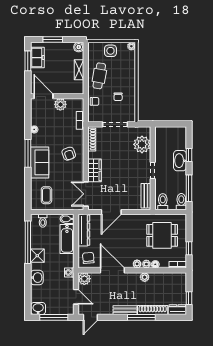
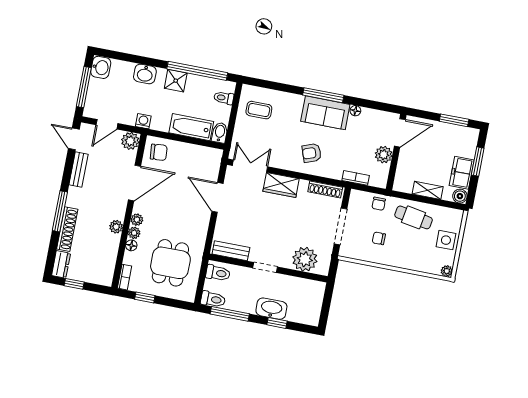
freezer: (37, 58) -> (462, 173), moved, turned 90
sofa: (40, 162) -> (325, 113), moved
dresser: (84, 230) -> (199, 153), removed
bench: (125, 310) -> (79, 169), moved

